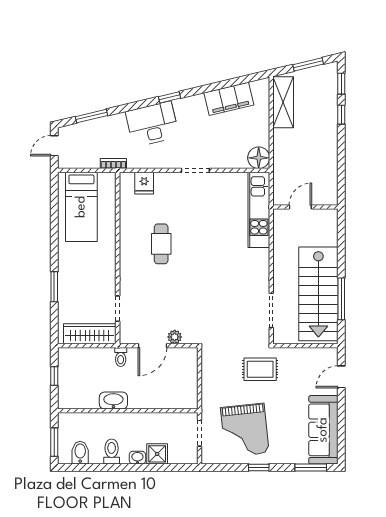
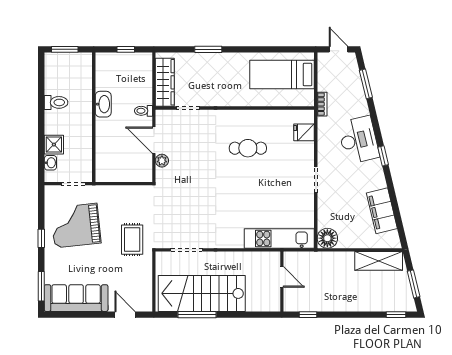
window: (341, 115) -> (308, 315), moved
bidet: (80, 453) -> (55, 73), removed
washbasin: (137, 458) -> (50, 163), moved

